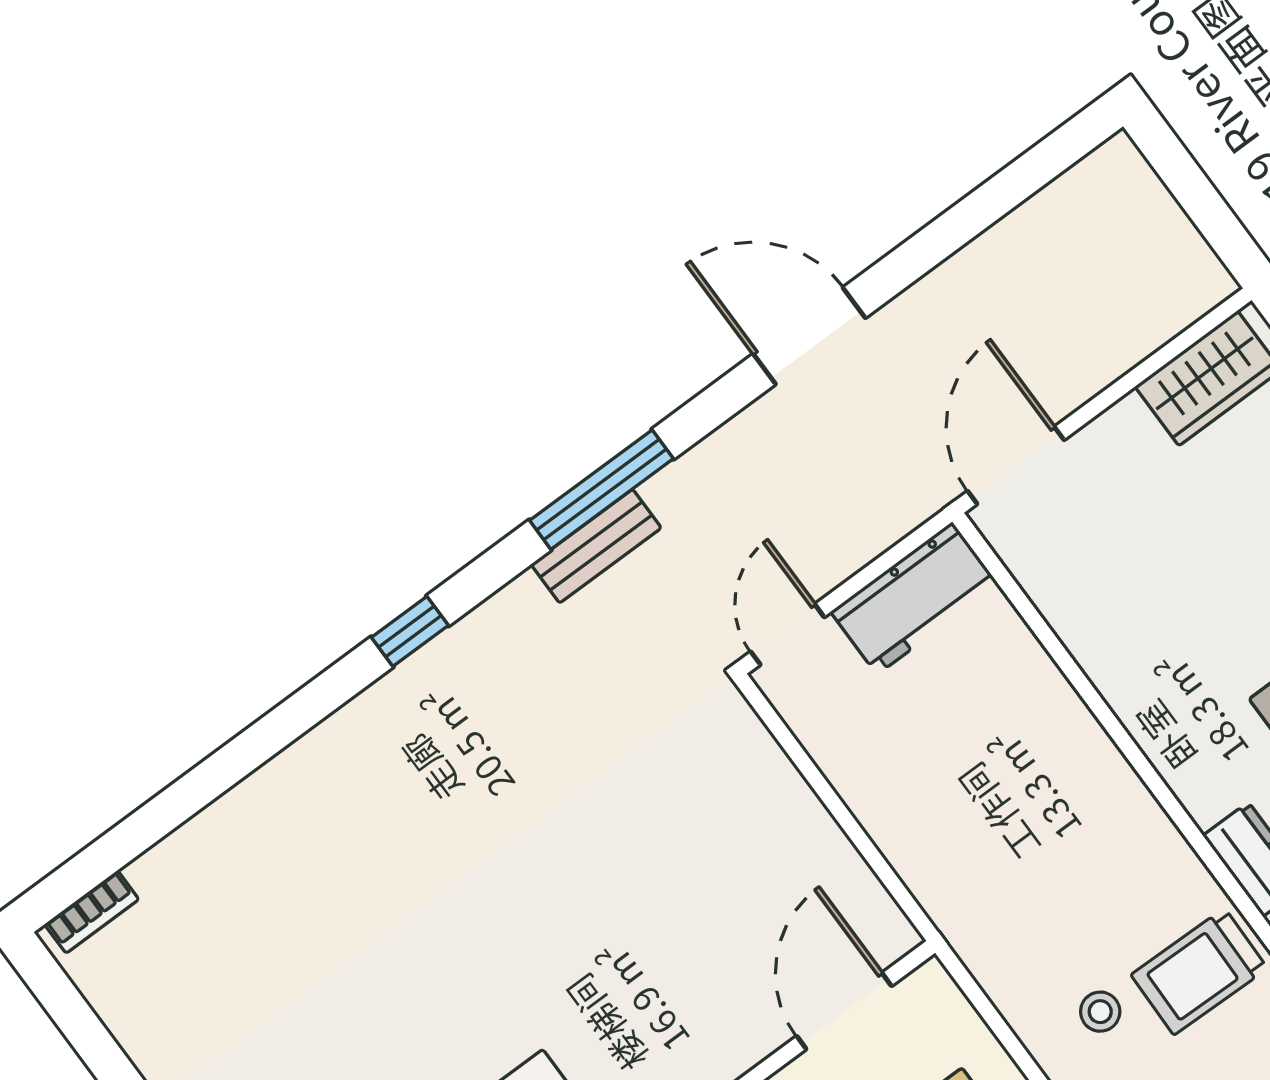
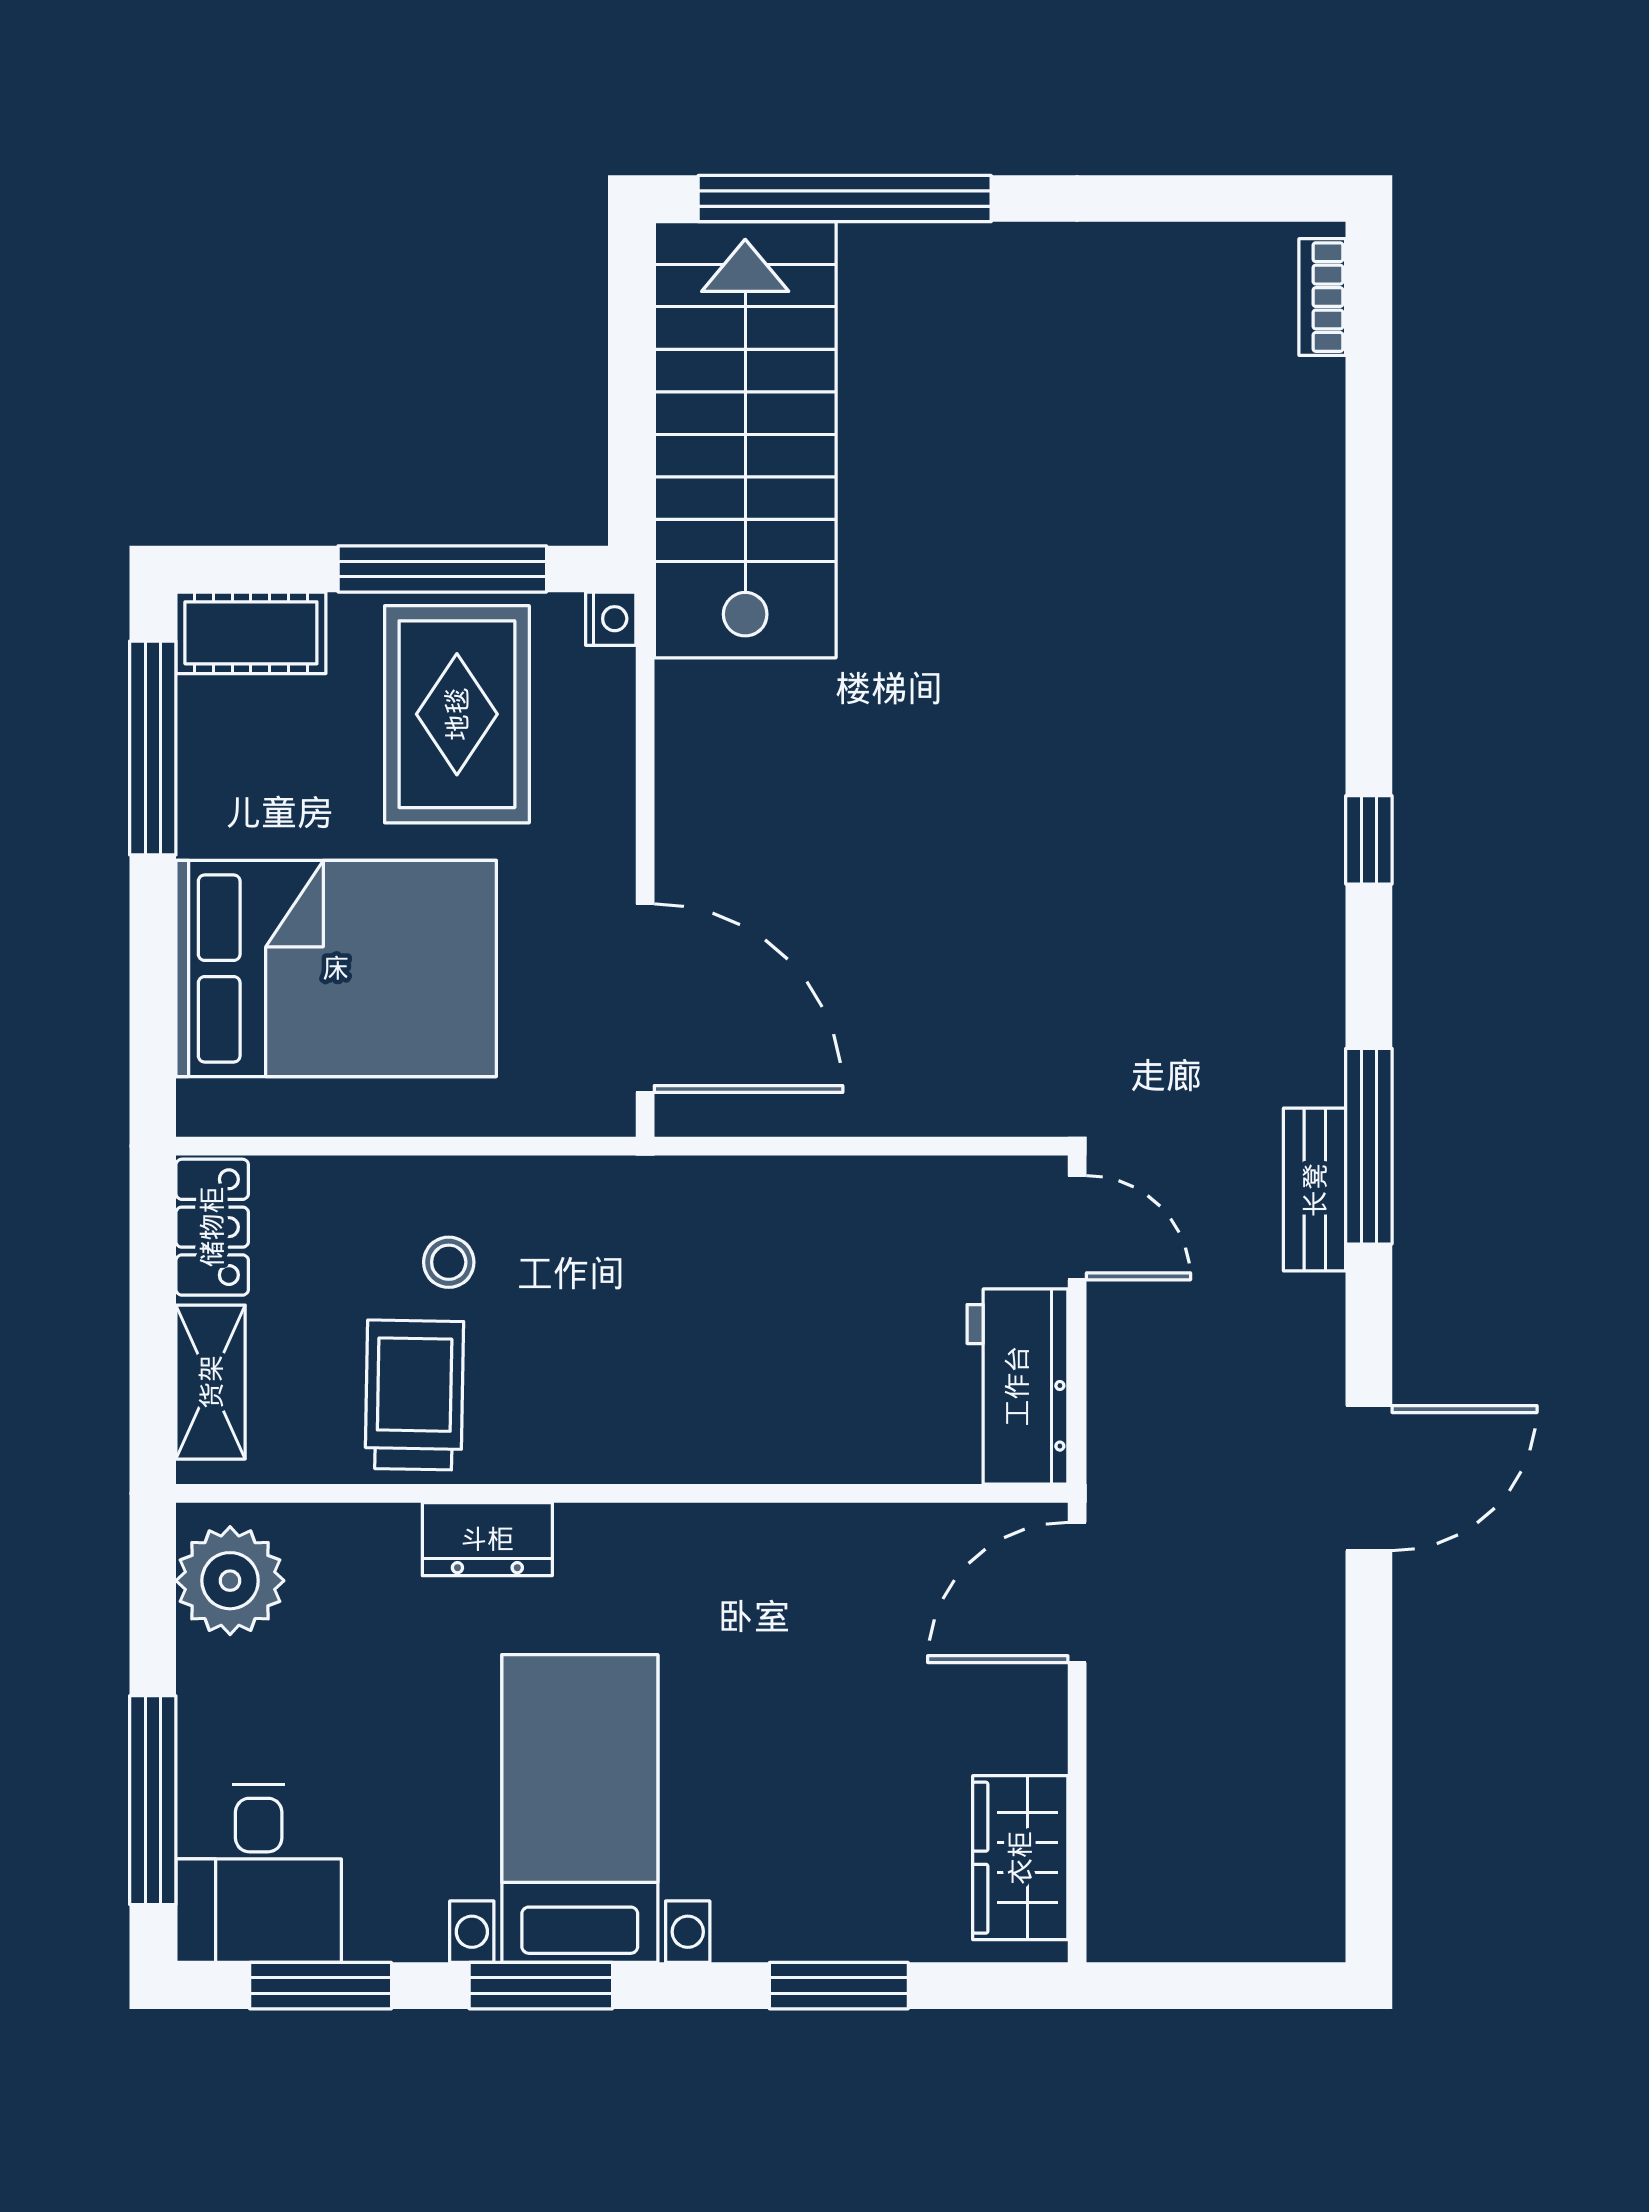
door: (1016, 465) -> (1077, 1592), swing flipped
bench: (596, 546) -> (1315, 1190), moved
door: (844, 1011) -> (645, 998), width x1.36

